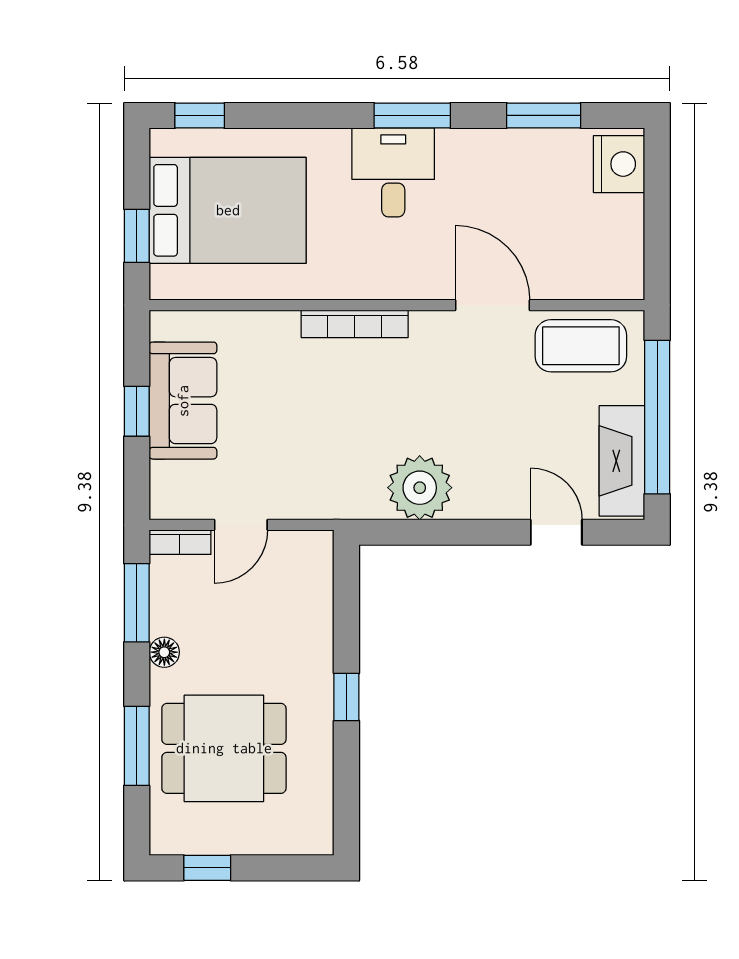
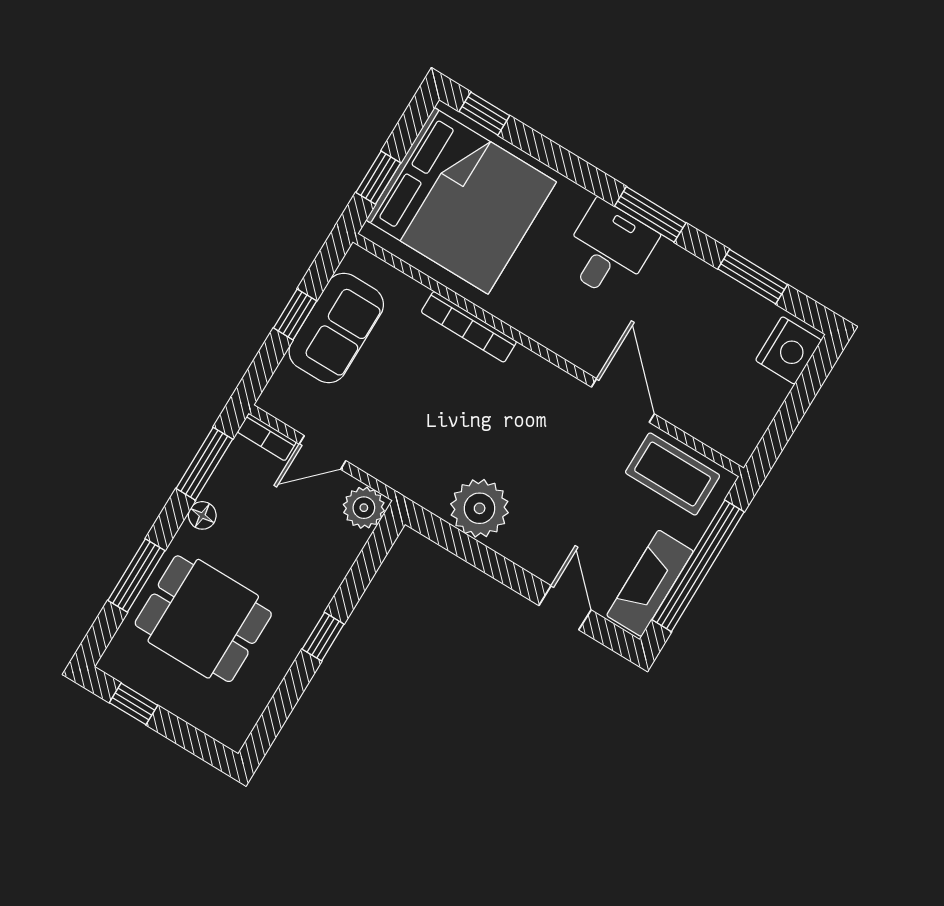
bed: (228, 210) -> (461, 201), width x1.36
bookcase: (355, 324) -> (469, 327), moved
plant: (311, 553) -> (364, 508), added

